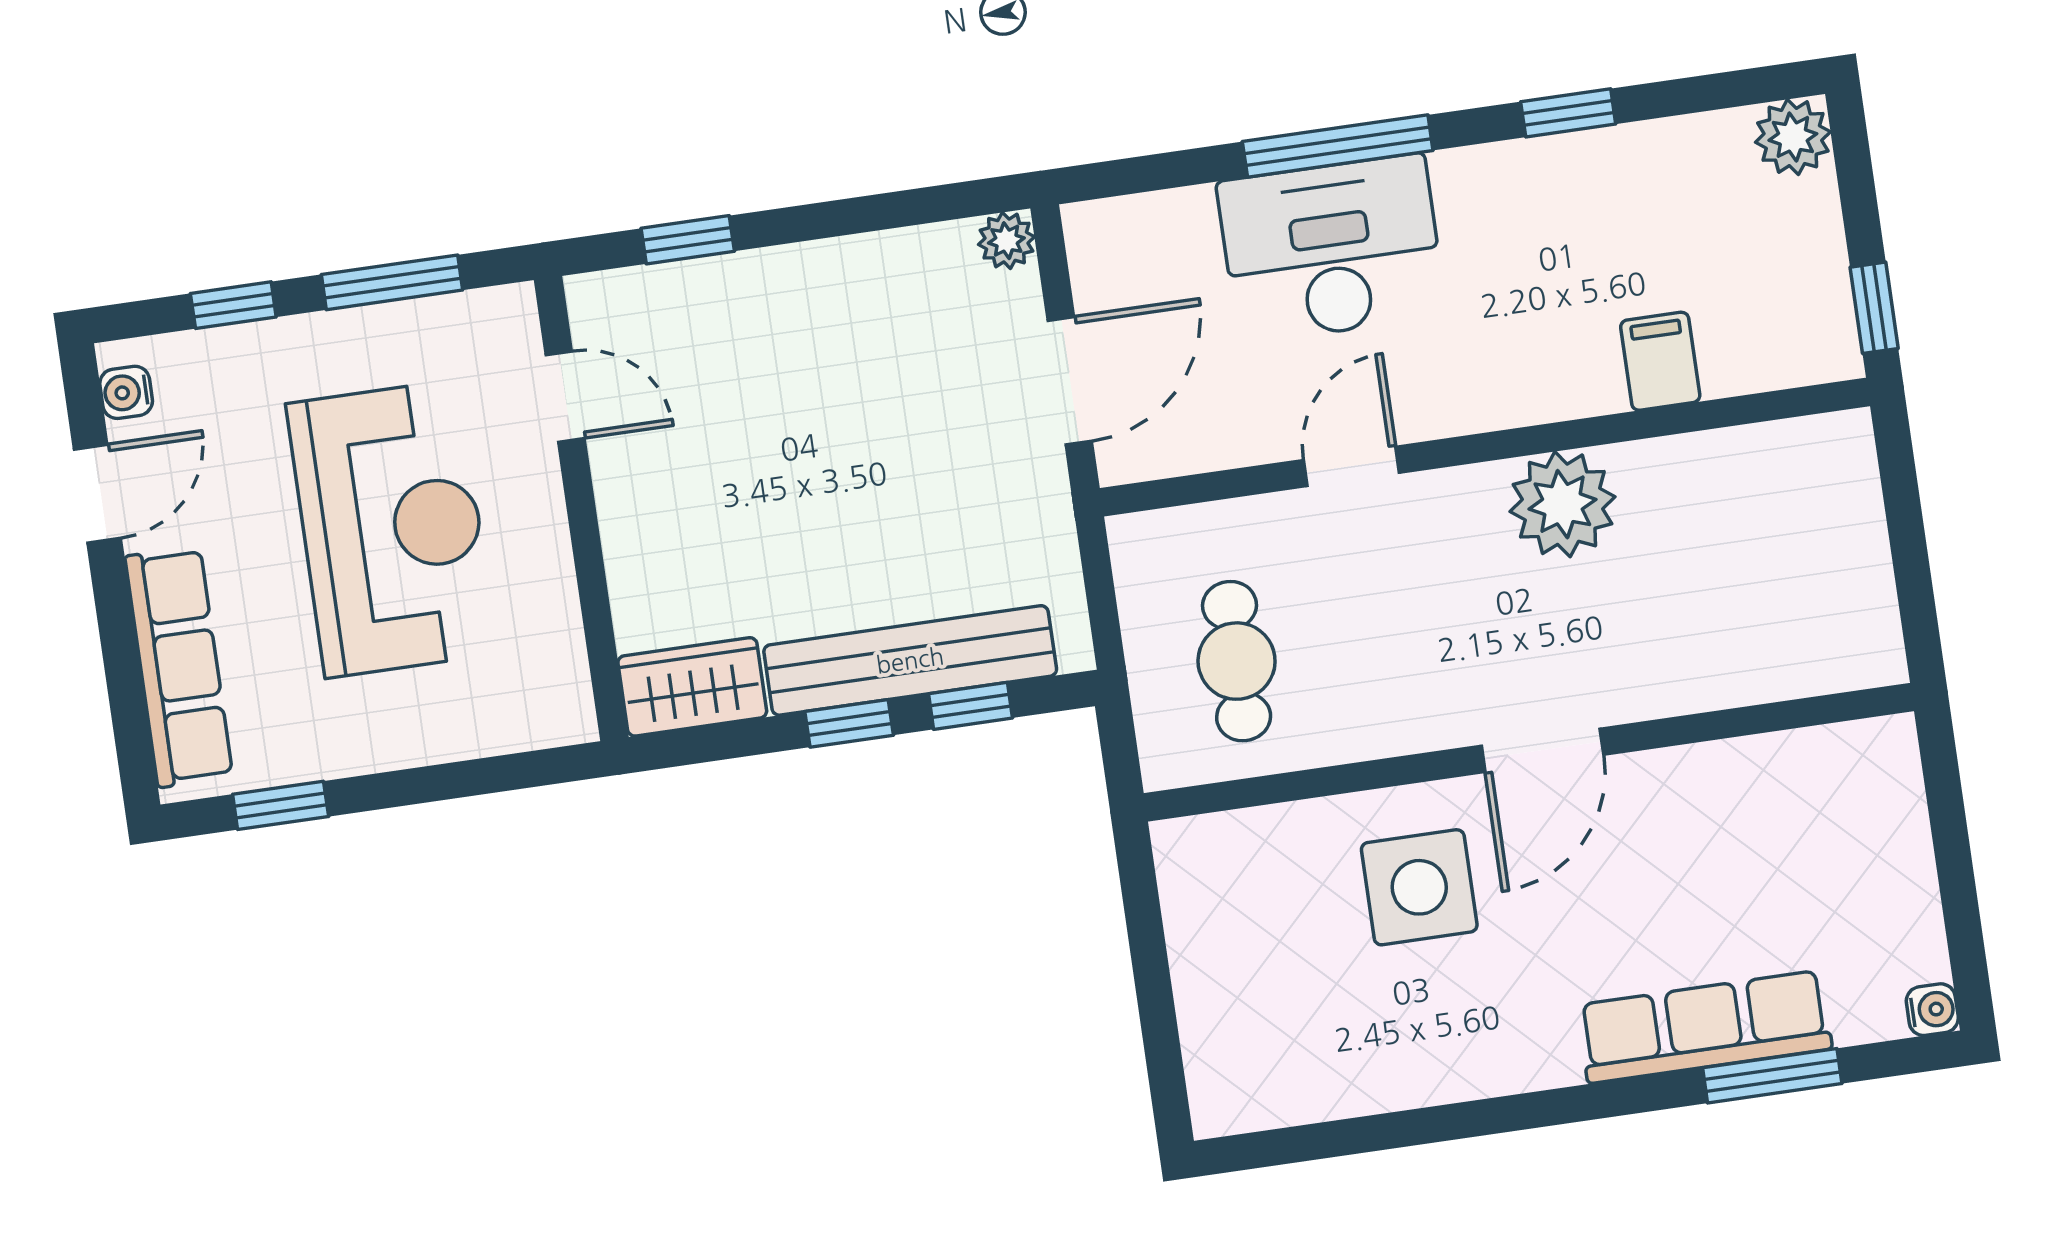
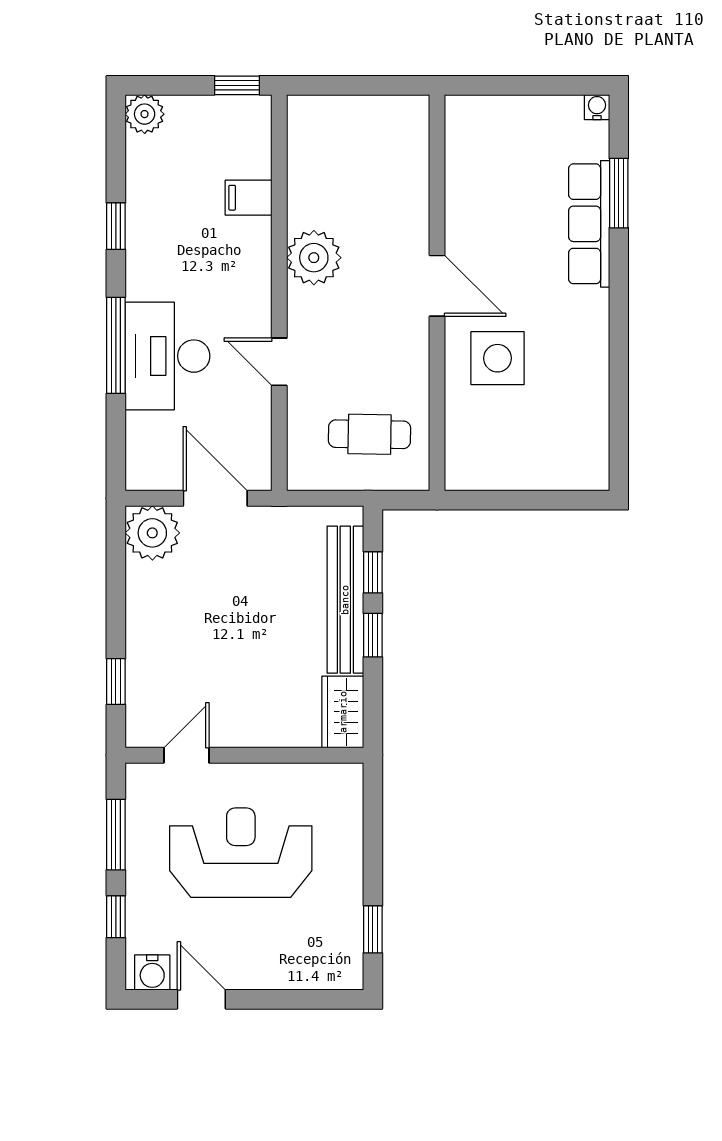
plant: (1006, 241) -> (152, 533), width x1.88, depth x1.88
water cooler: (126, 392) -> (152, 973), width x1.38, depth x1.38
row of seats: (179, 667) -> (295, 971), removed

